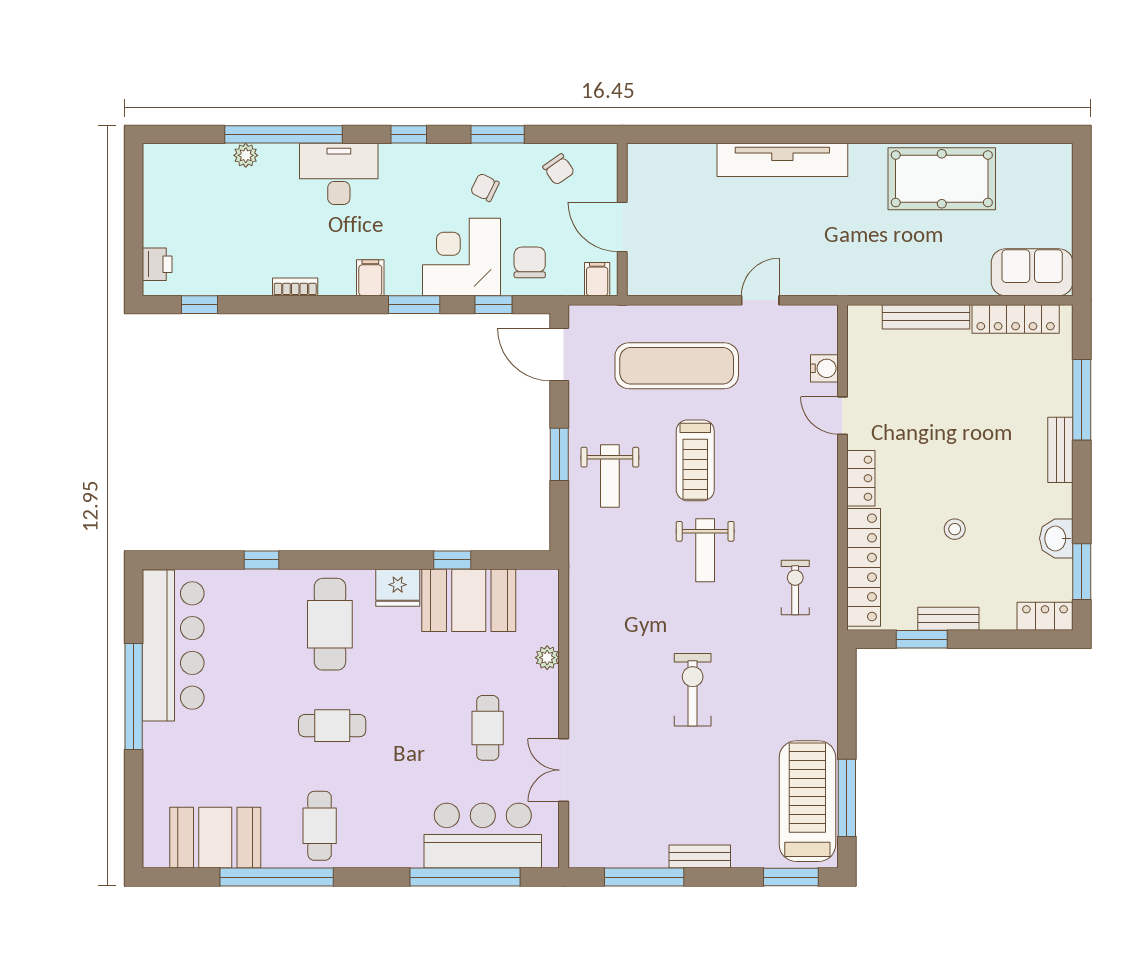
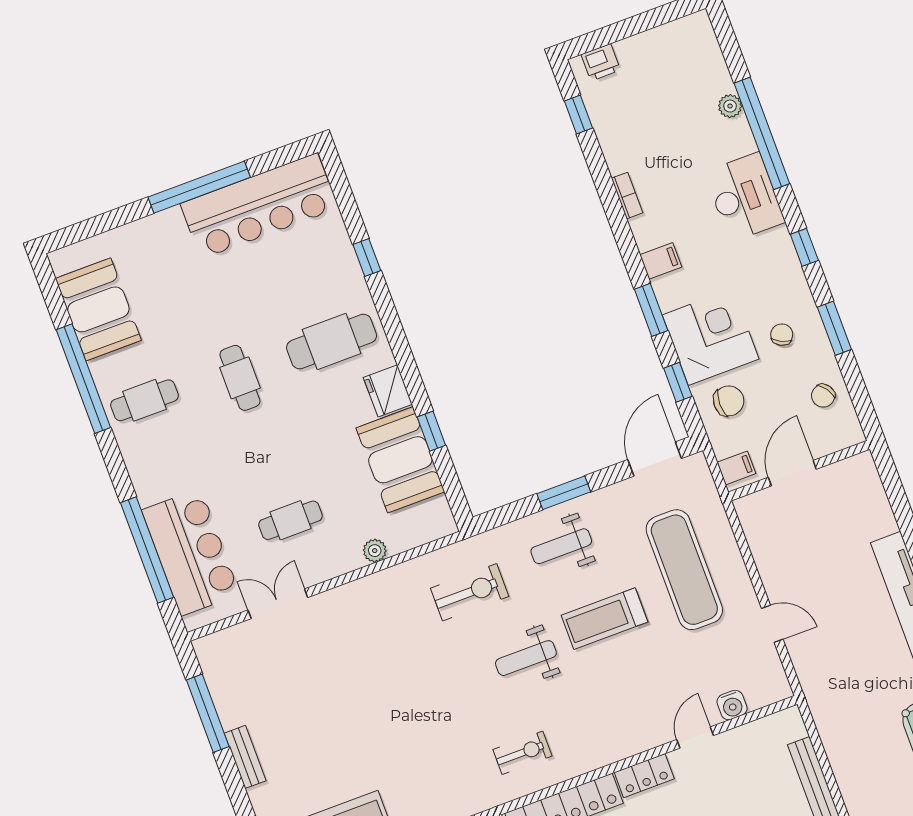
exercise bike: (693, 690) -> (470, 592), moved

